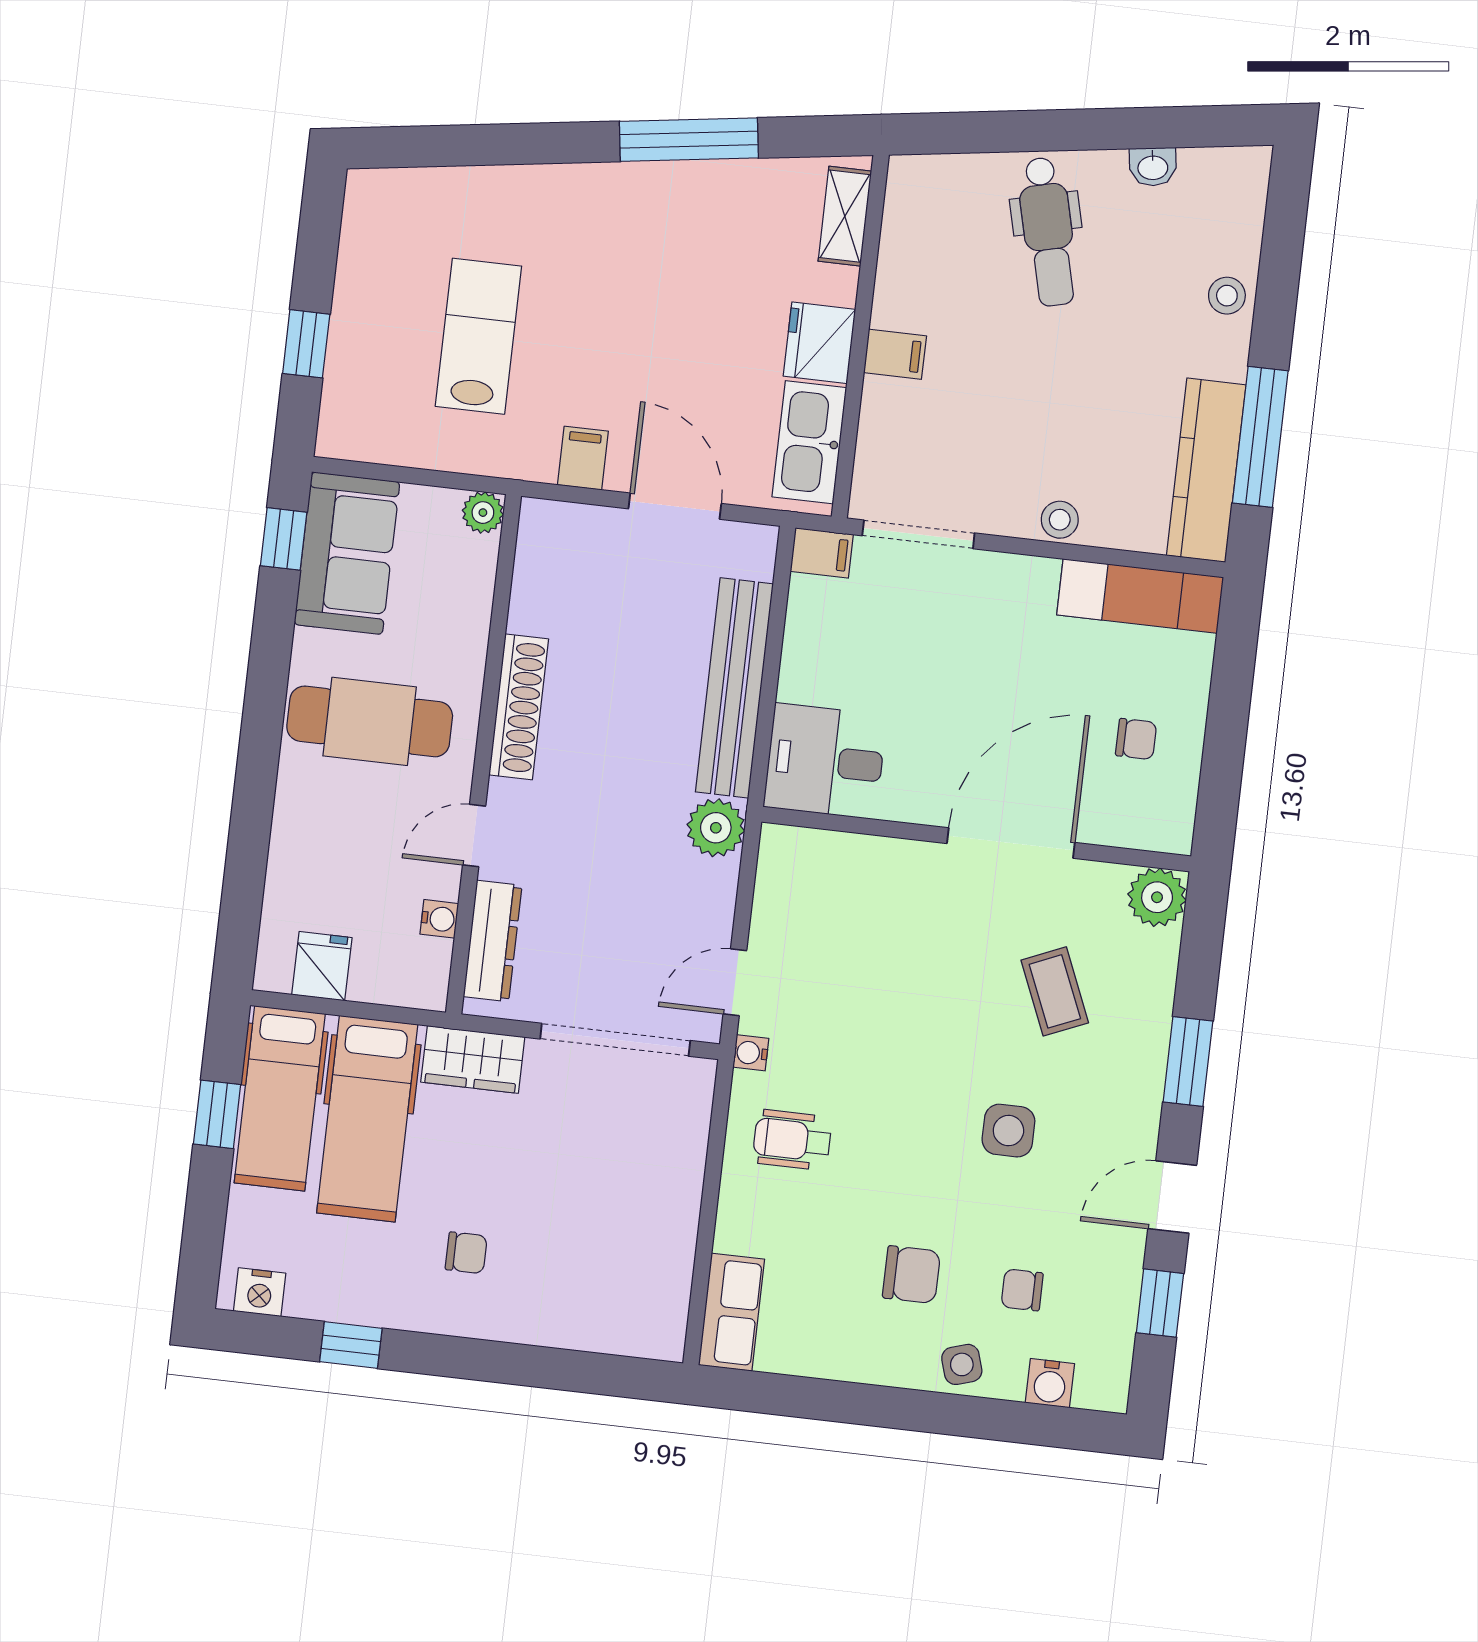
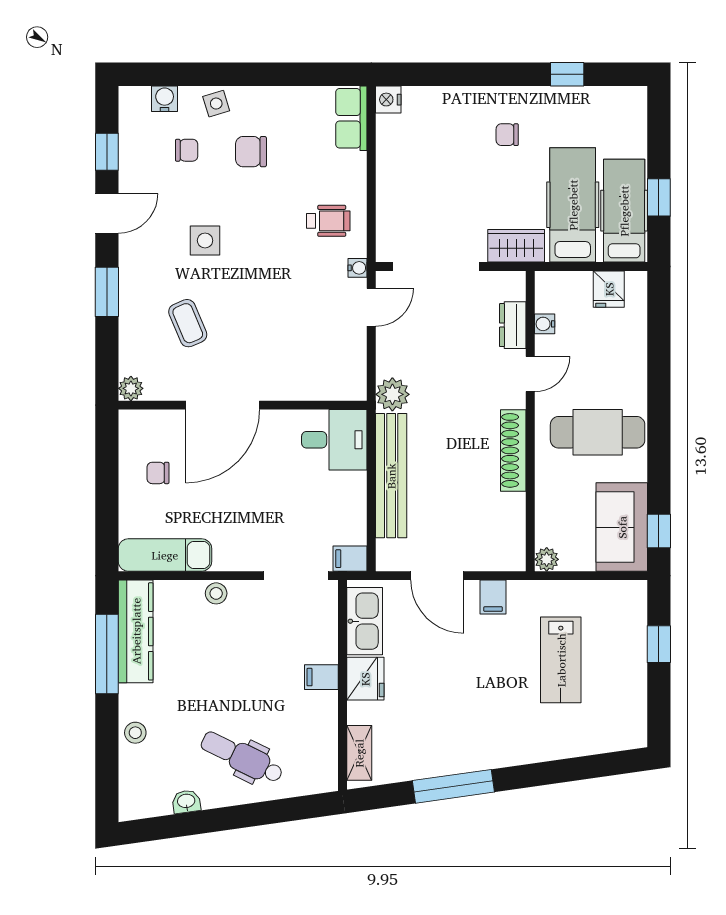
dental chair: (1048, 232) -> (242, 757), turned -50
plant: (1157, 897) -> (131, 388), width x0.73, depth x0.73
dresser: (493, 941) -> (513, 325), width x0.70
nightstand: (260, 1292) -> (388, 100), moved, turned -90

